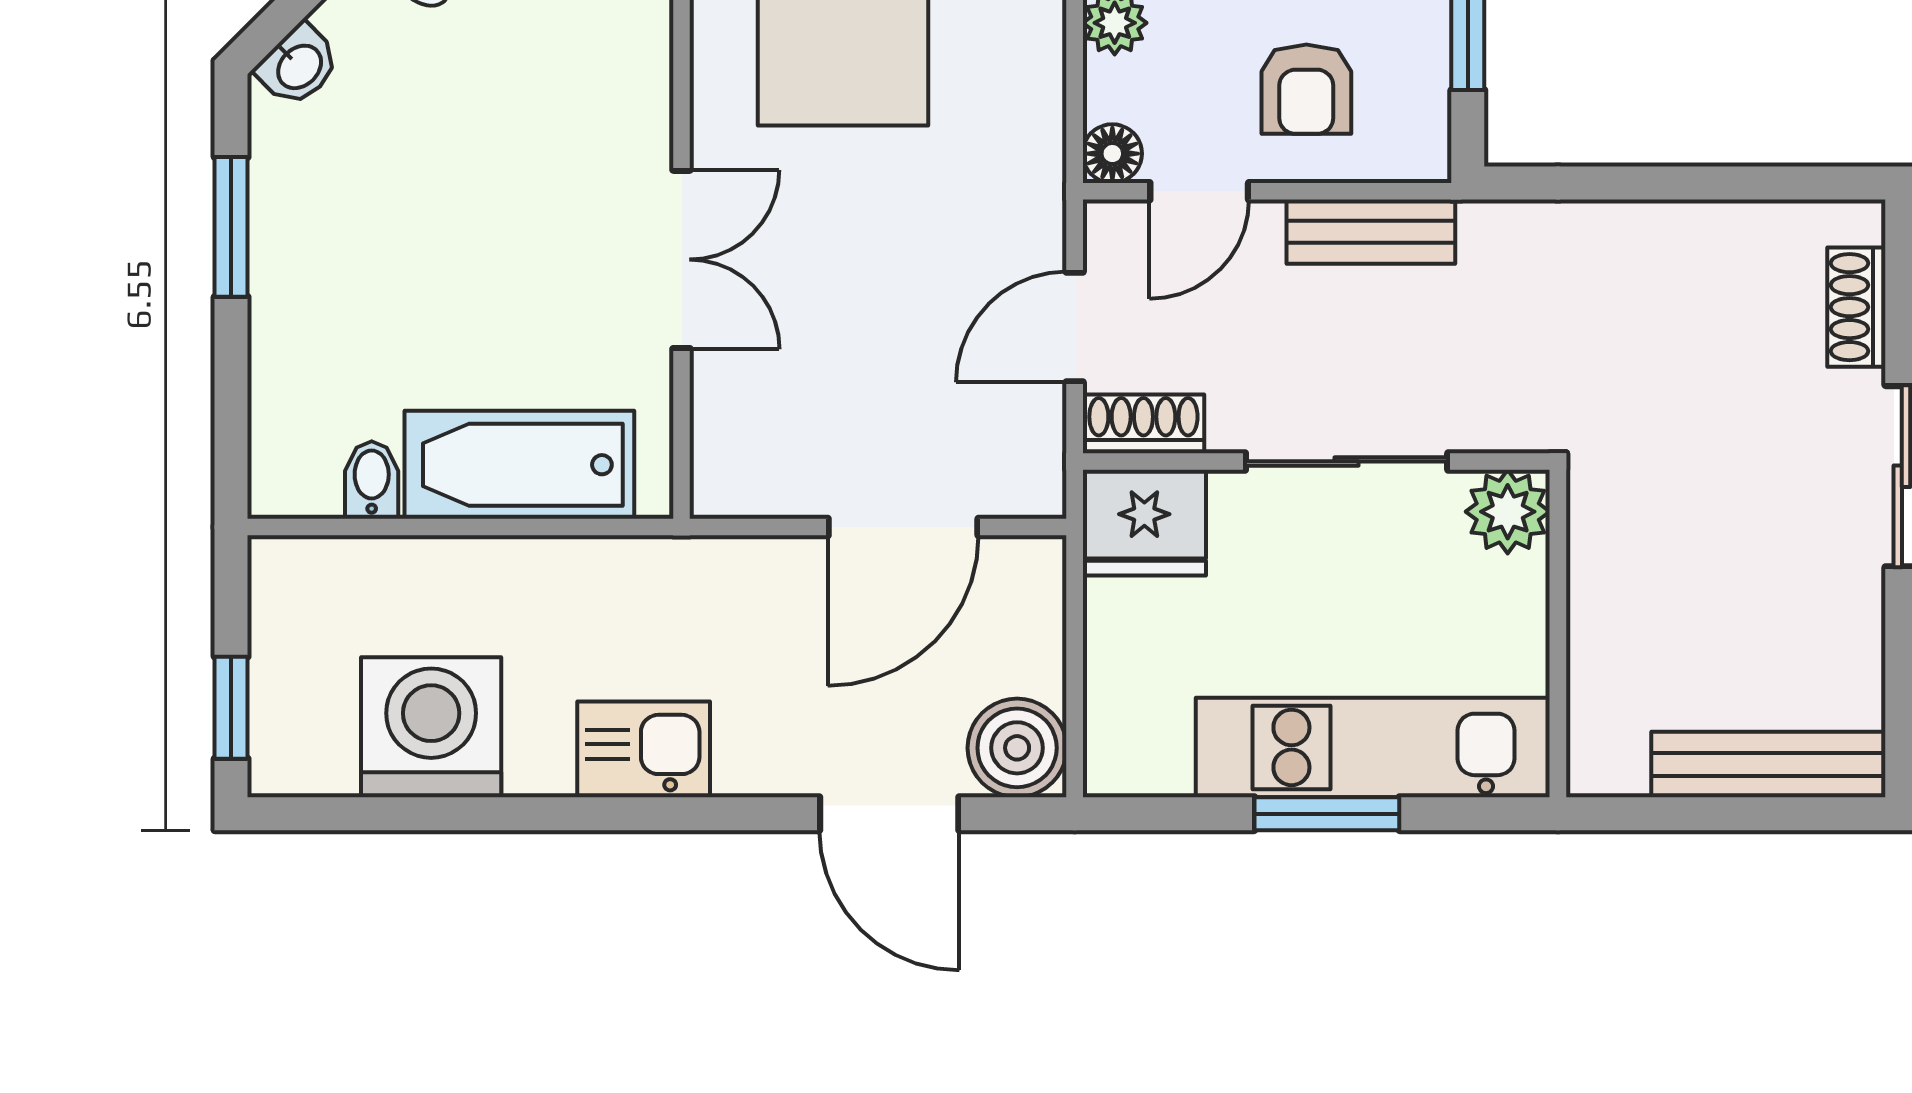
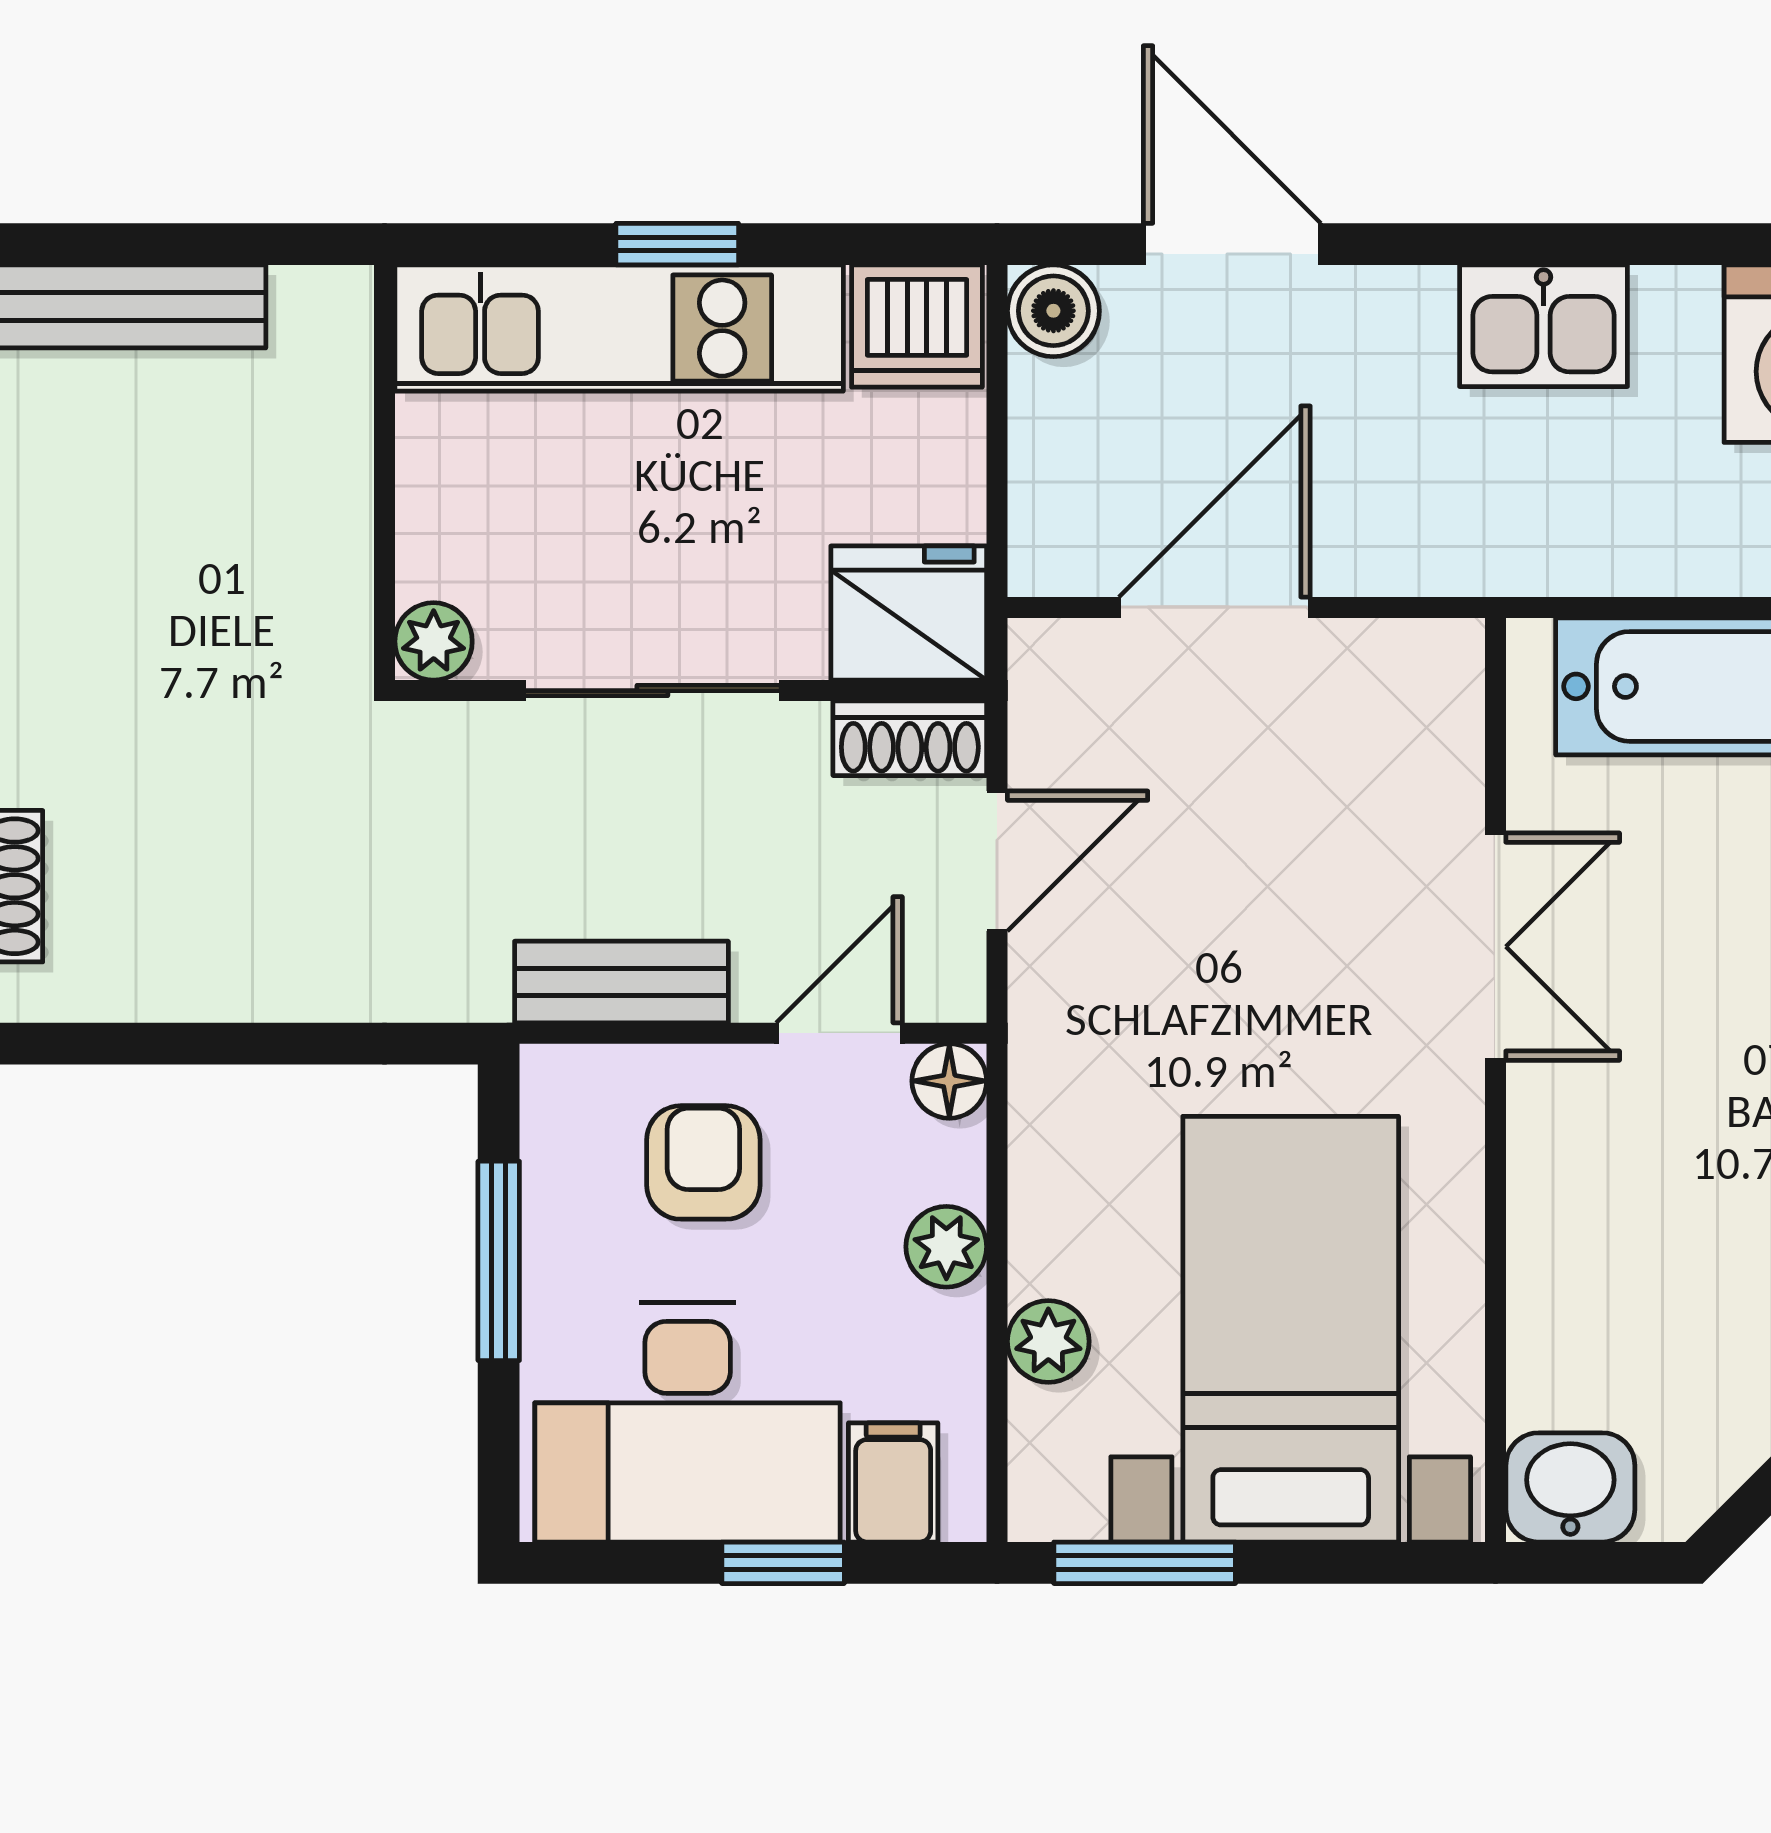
double door: (682, 259) -> (1495, 947), swing flipped
plant: (1508, 512) -> (434, 641), width x0.73, depth x0.73
boiler: (1017, 748) -> (1053, 311), width x0.73, depth x0.73
dishwasher: (1138, 749) -> (917, 326), added
window: (1327, 814) -> (677, 244), width x0.67

